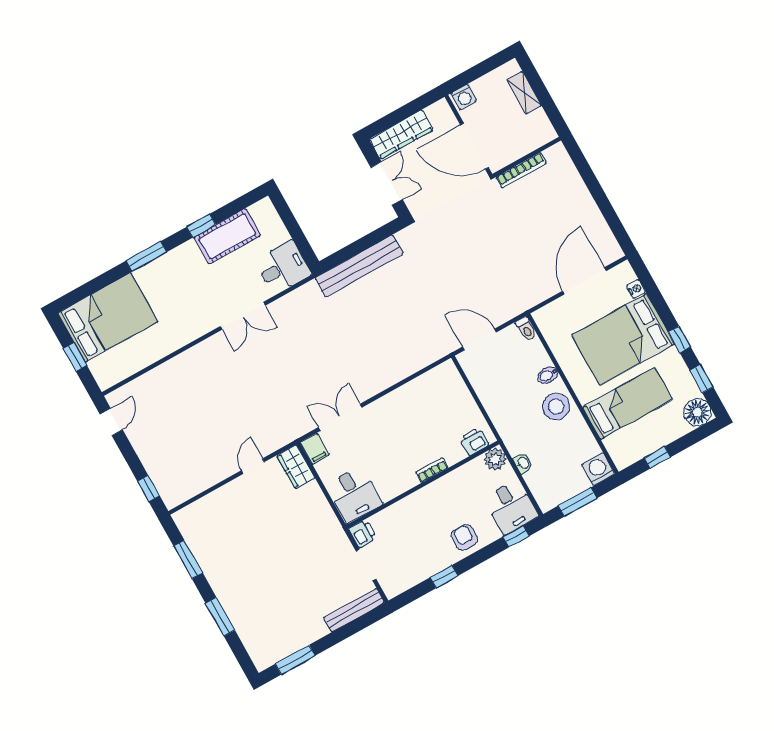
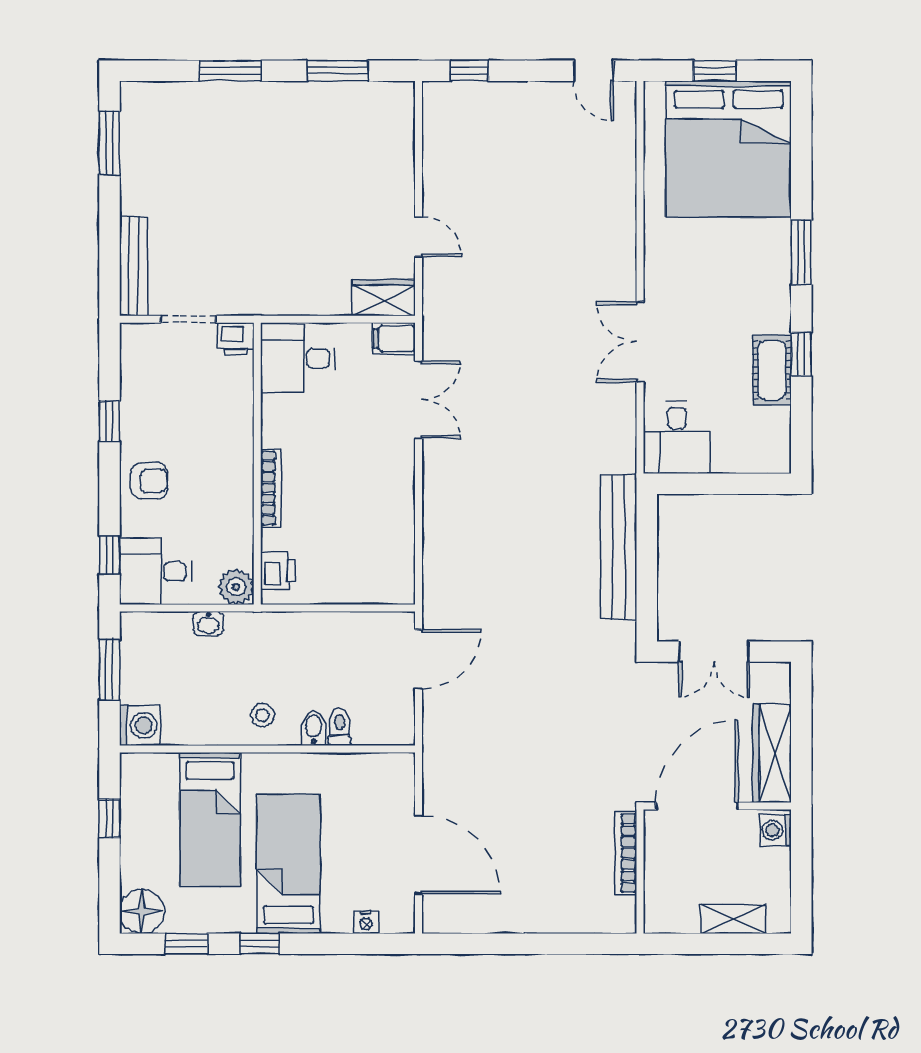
wardrobe: (401, 134) -> (772, 753), moved
cot: (227, 236) -> (772, 370), width x0.73, depth x0.75
bed: (108, 317) -> (728, 149), width x1.36
toilet: (526, 329) -> (340, 727), moved, turned 90
bed: (623, 340) -> (288, 864), width x0.67
stool: (556, 406) -> (262, 715), width x0.53, depth x0.53
bookcase: (432, 470) -> (271, 488), width x1.56

